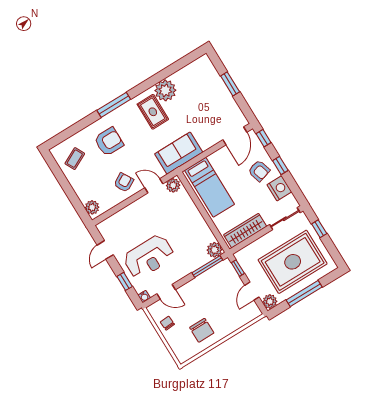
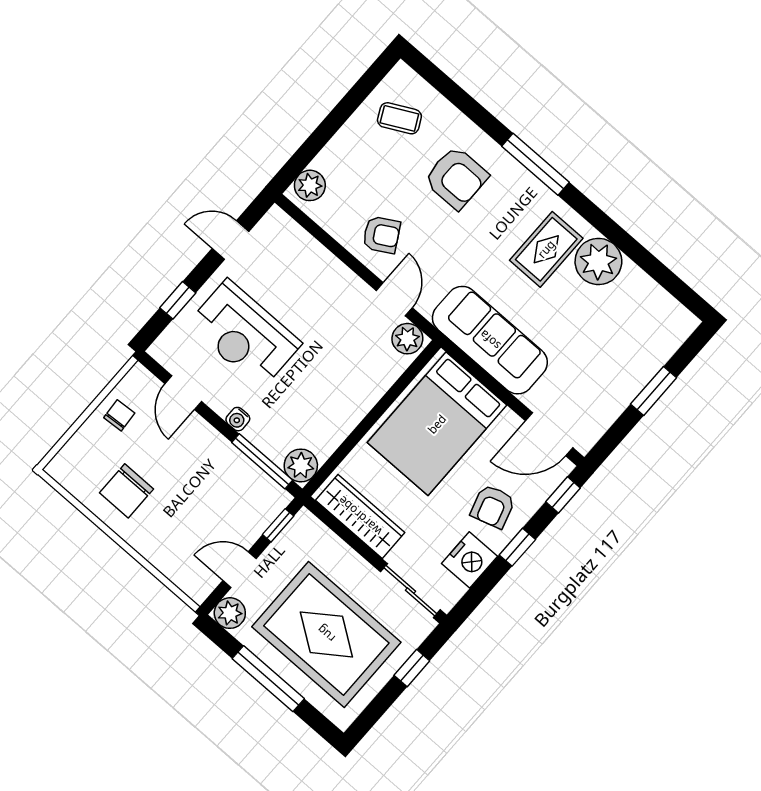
sofa: (179, 153) -> (490, 340), width x1.36
bed: (209, 187) -> (437, 424), width x1.50
water cooler: (144, 297) -> (238, 419), moved

